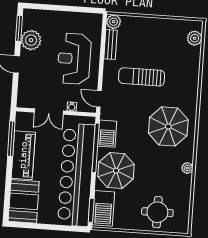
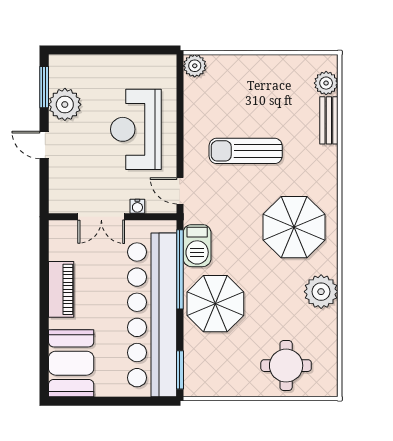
bench: (111, 45) -> (329, 120), moved
window: (11, 139) -> (44, 264), removed
piano: (23, 155) -> (61, 289), width x0.73, depth x0.75
plant: (187, 168) -> (321, 292), width x1.88, depth x1.88
barbecue: (103, 208) -> (199, 366), removed

